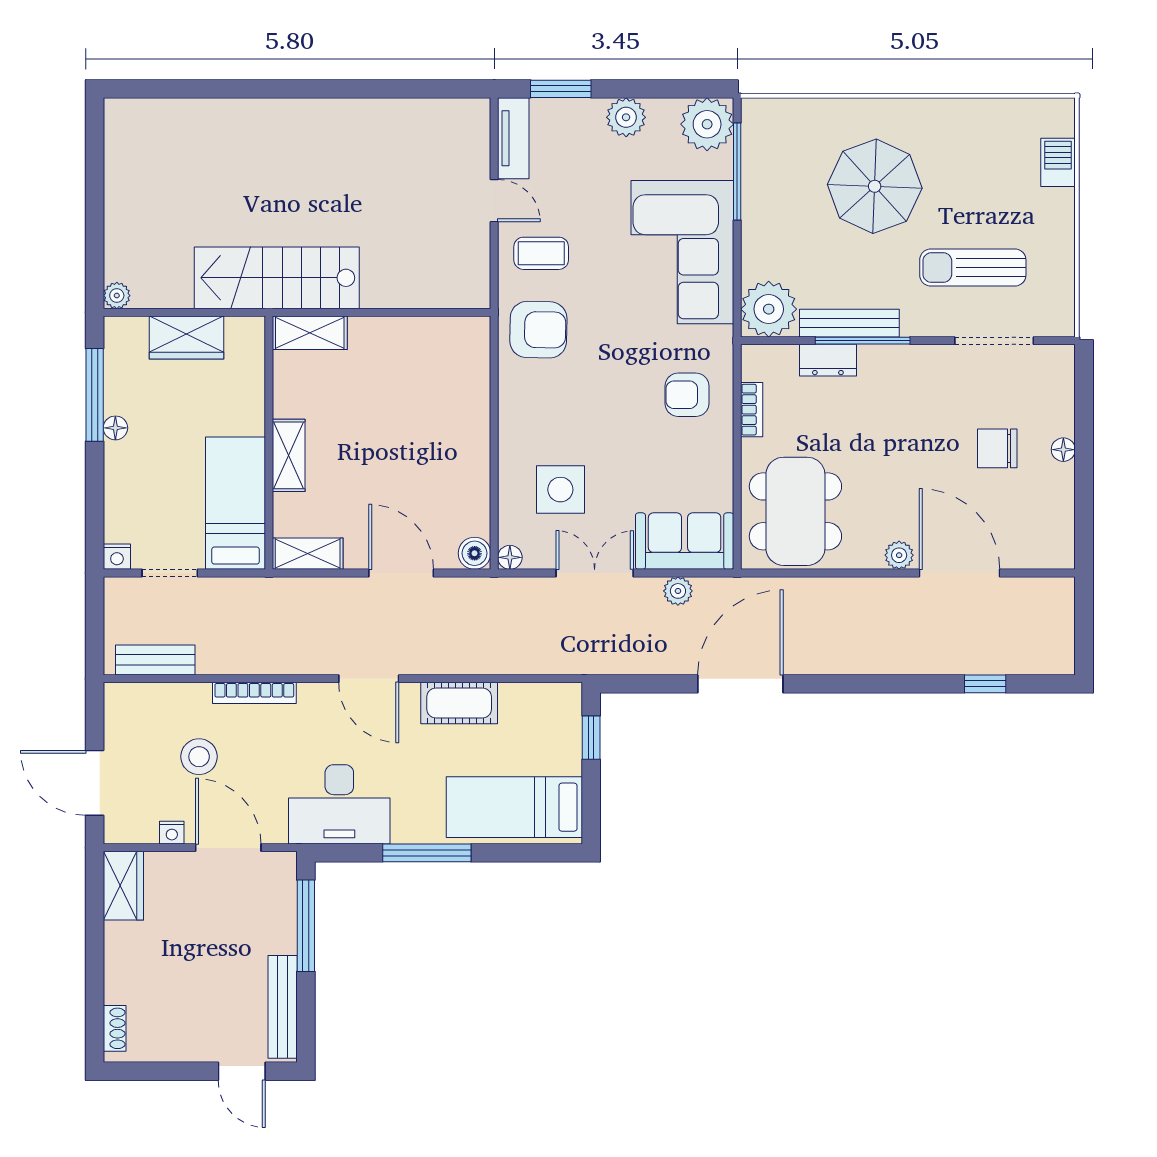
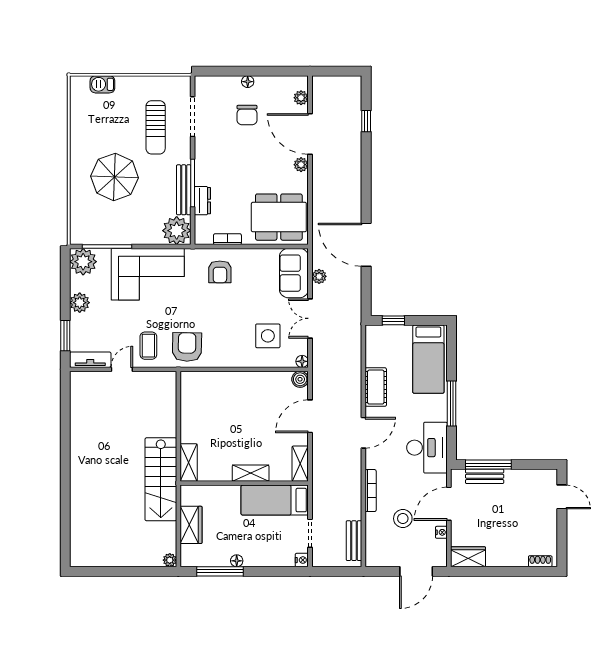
plant: (1031, 555) -> (301, 98), added
door: (960, 573) -> (310, 134), hinge flipped
bench: (283, 1007) -> (485, 476), moved, width x0.73
door: (242, 1071) -> (562, 497), hinge flipped

